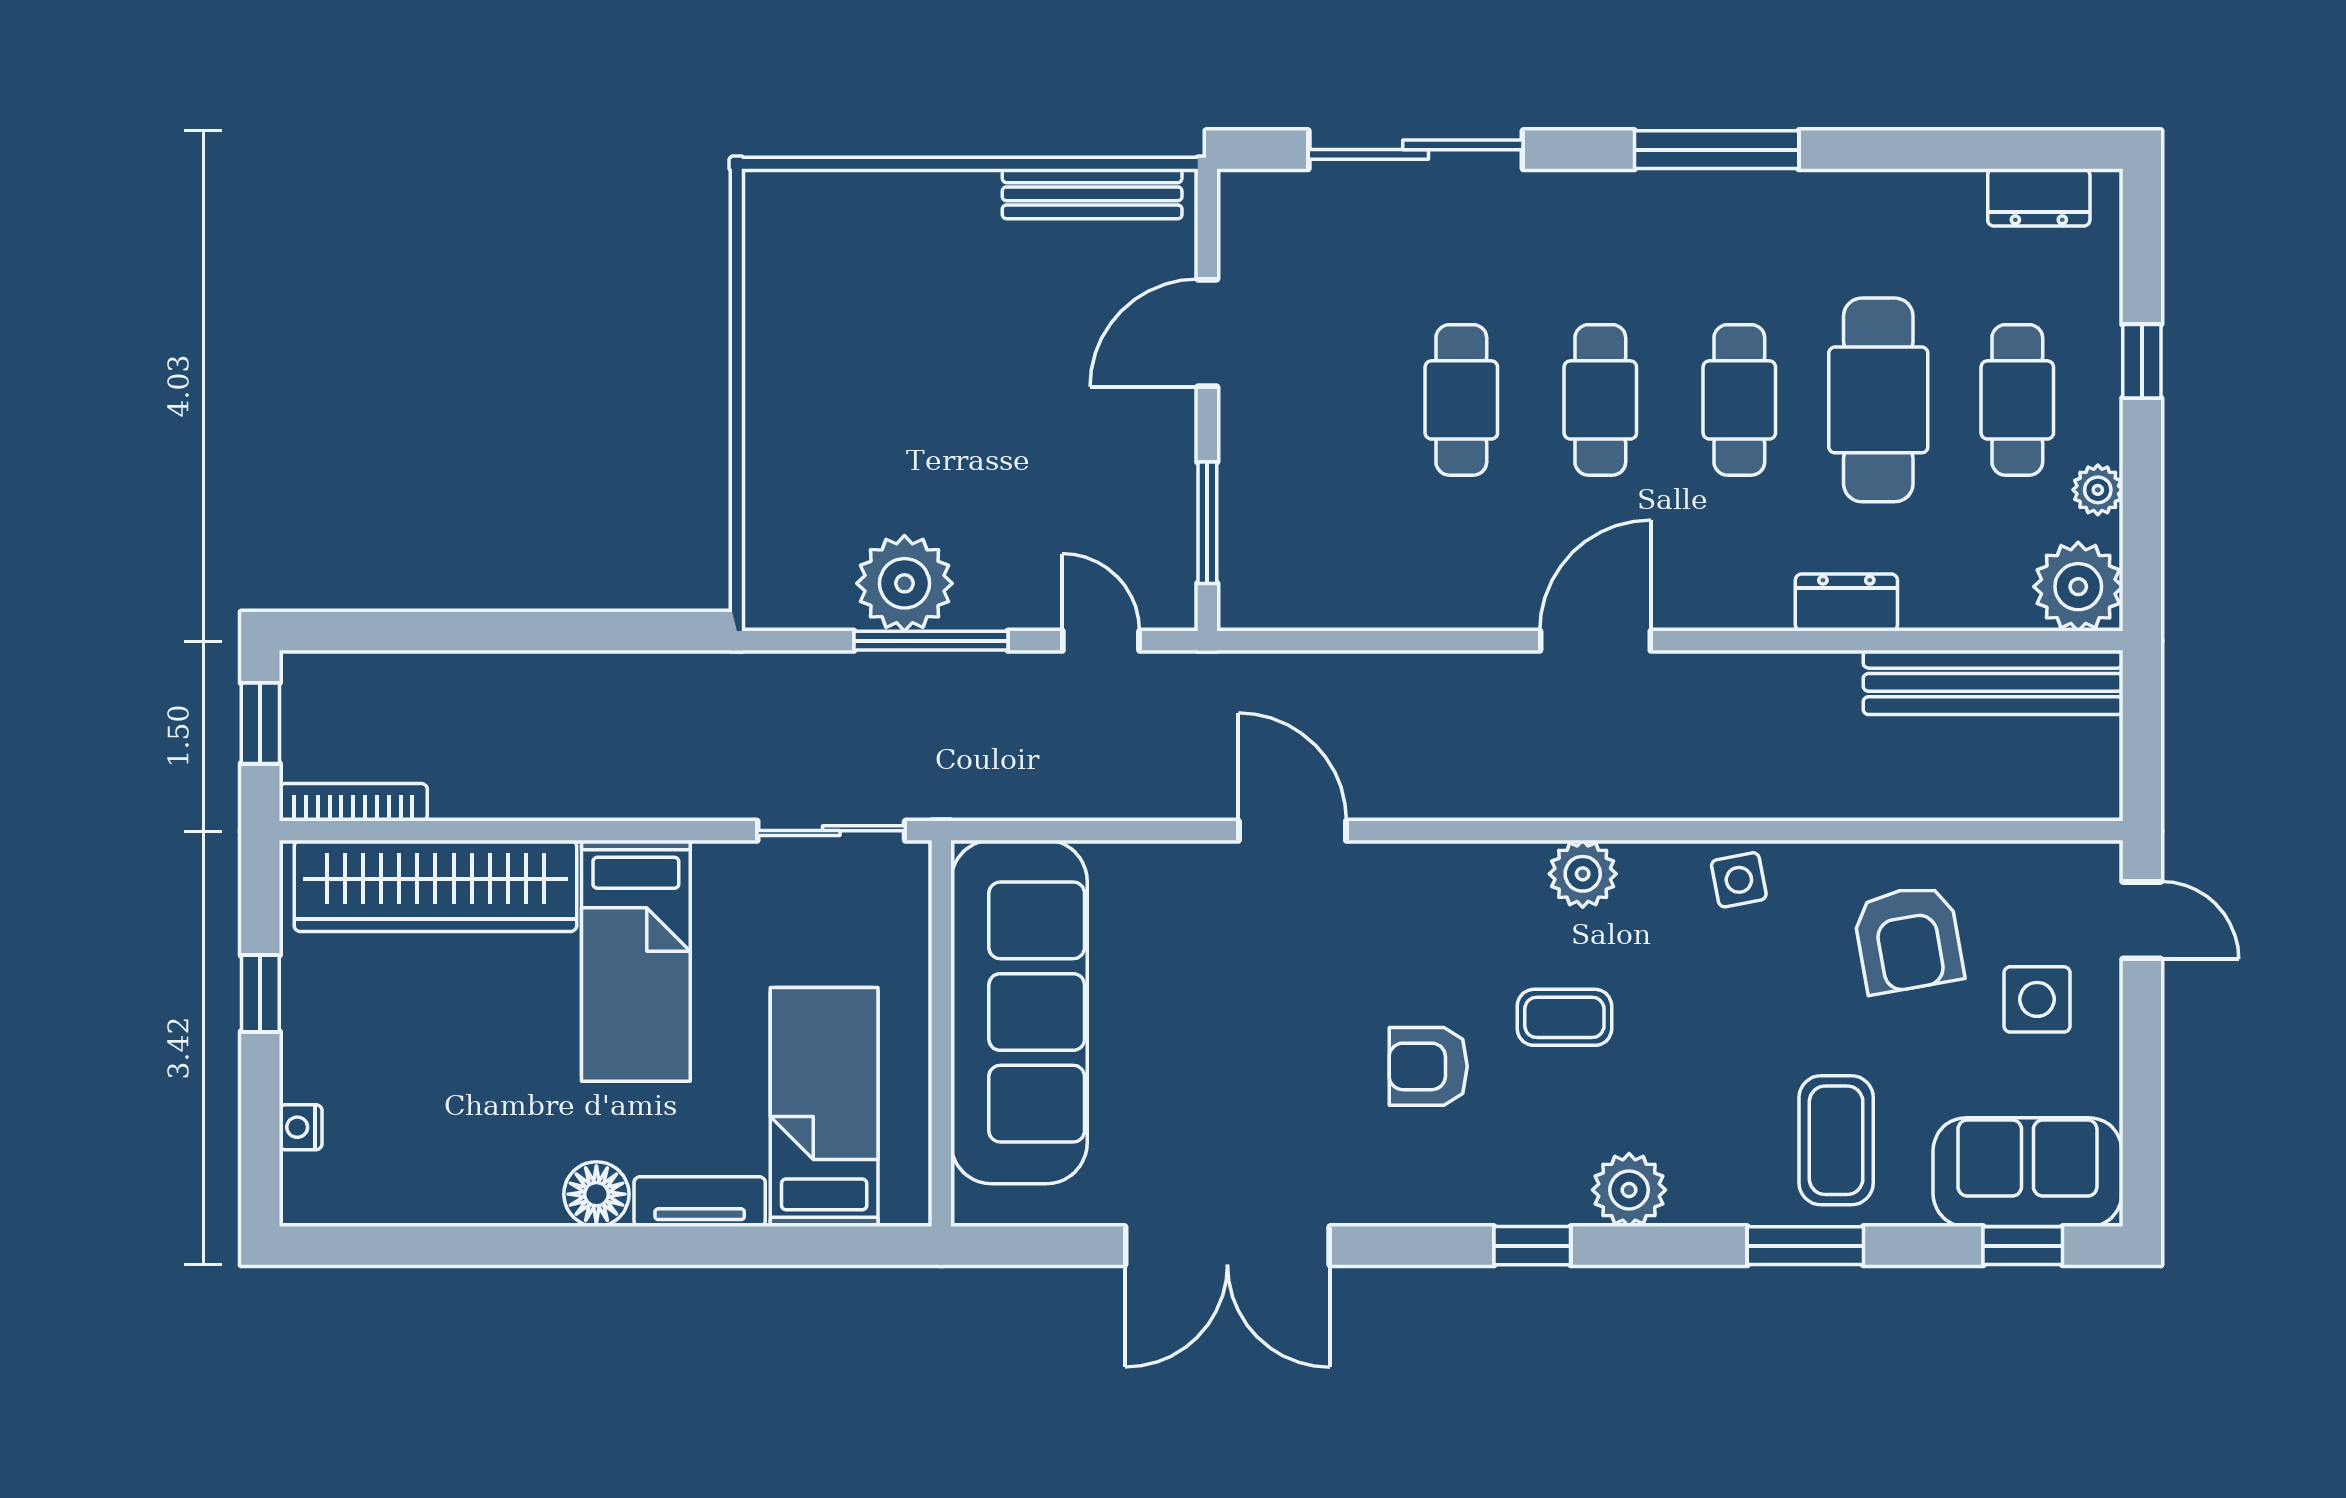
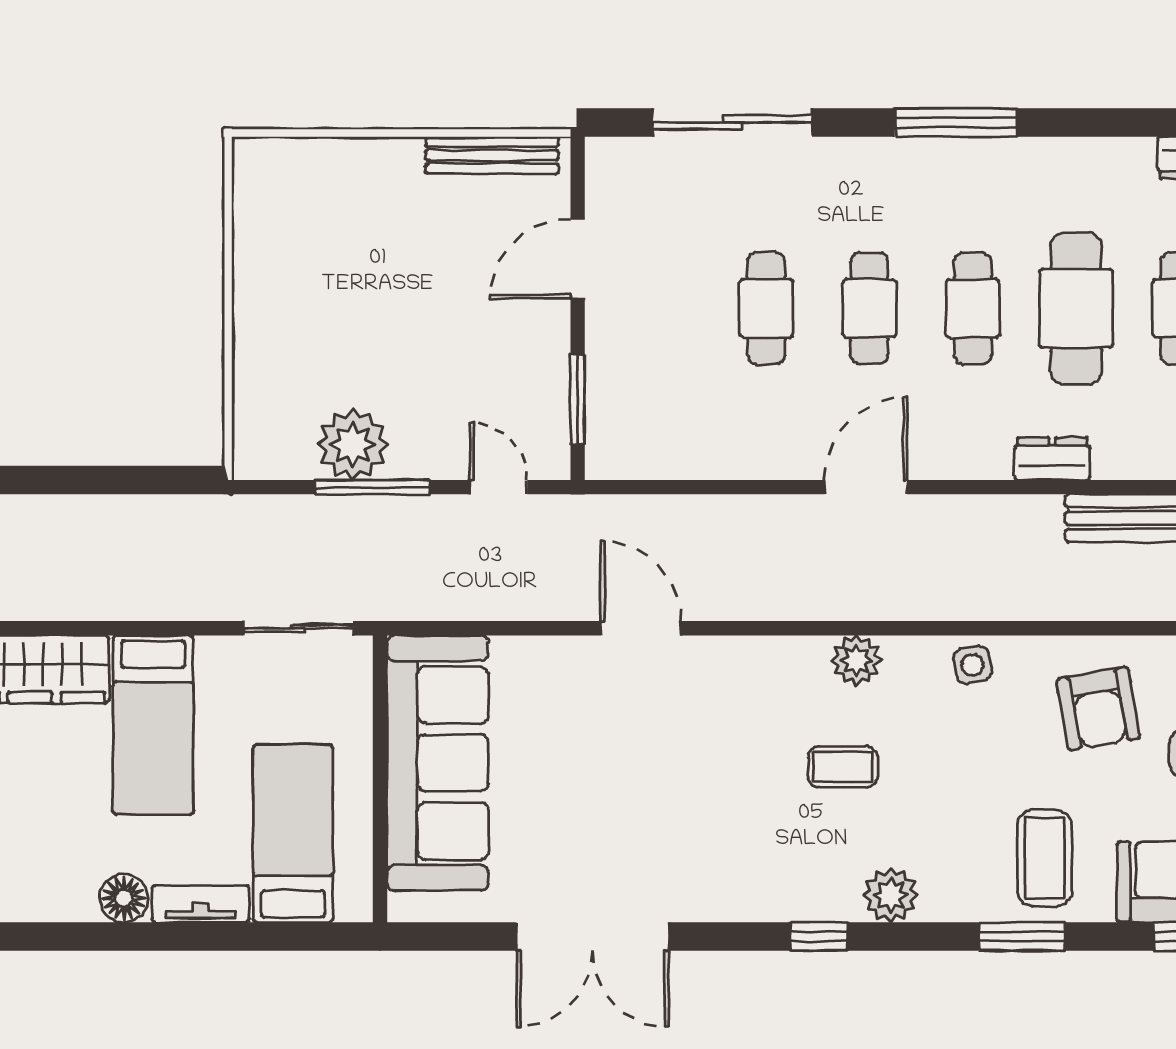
armchair: (1428, 1066) -> (742, 803), removed

